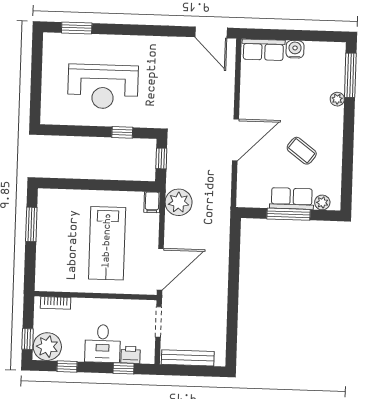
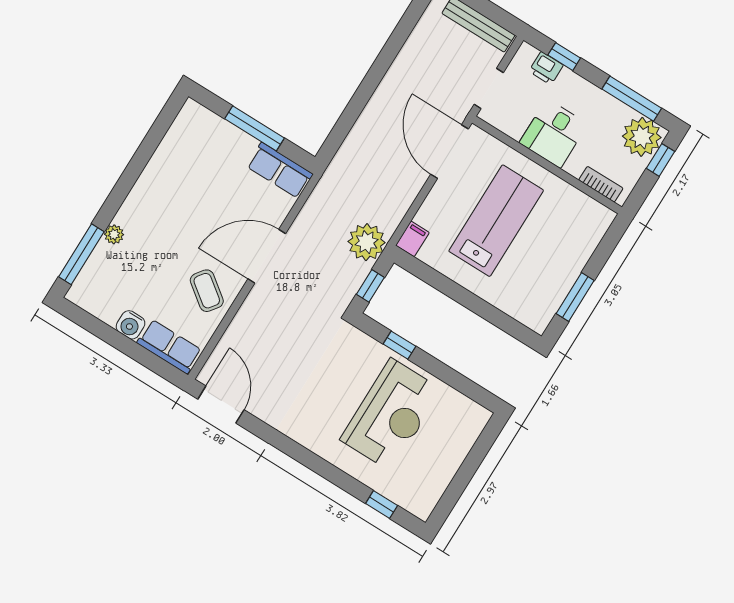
window: (77, 28) -> (382, 504), width x0.67
reception desk: (103, 87) -> (391, 415), turned 90
coffee table: (302, 151) -> (207, 291), moved
row of seats: (292, 199) -> (280, 170), moved
plant: (179, 202) -> (367, 242), moved
plant: (322, 202) -> (205, 119), removed
door: (160, 269) -> (449, 152), hinge flipped
desk: (103, 344) -> (554, 133), moved, turned 180
window: (67, 367) -> (632, 99), width x2.17

